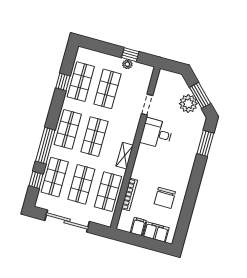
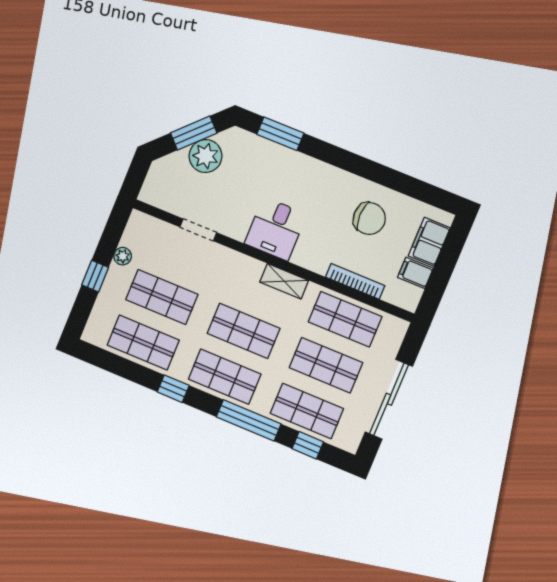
window: (130, 55) -> (95, 276), moved
window: (63, 82) -> (173, 389), moved
desk: (157, 133) -> (276, 229), moved

